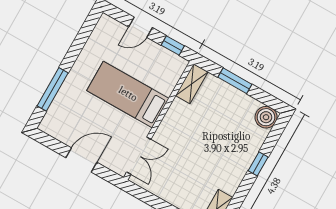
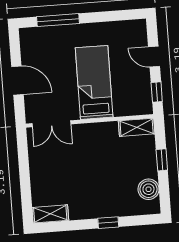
window: (235, 81) -> (162, 160), width x0.67
boiler: (266, 117) -> (148, 189), moved

